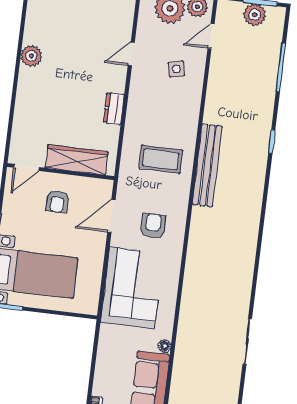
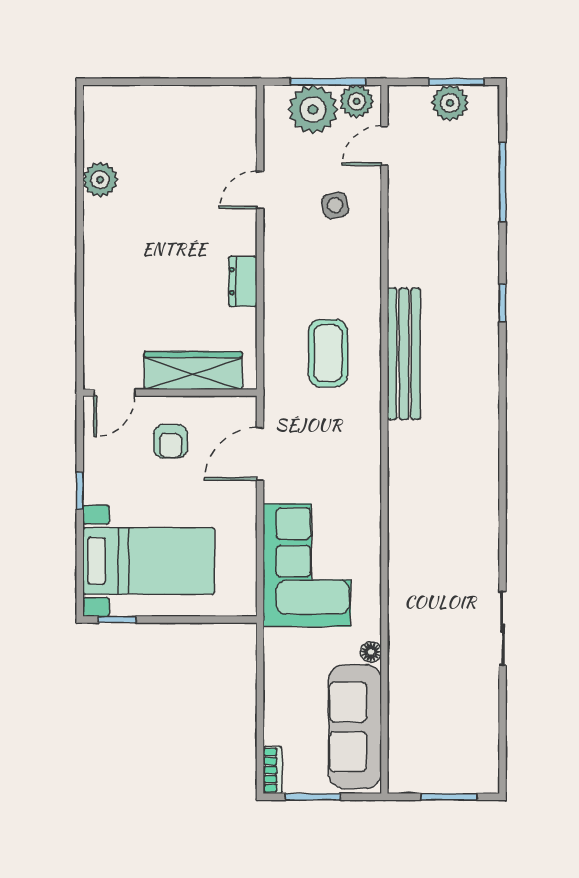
plant: (31, 56) -> (100, 180), moved
coffee table: (161, 159) -> (328, 353), turned 90
armchair: (153, 226) -> (329, 461), removed

